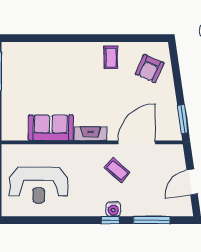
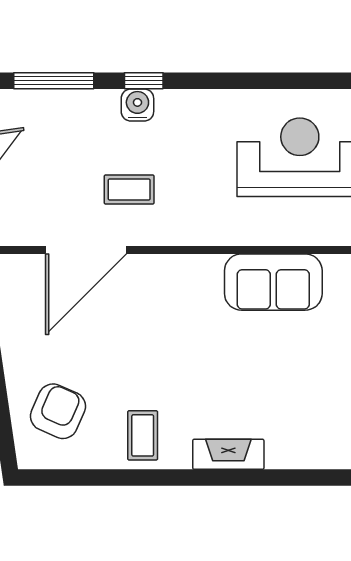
fireplace: (91, 134) -> (228, 454), moved, turned 180
coffee table: (117, 170) -> (129, 189), turned -41

